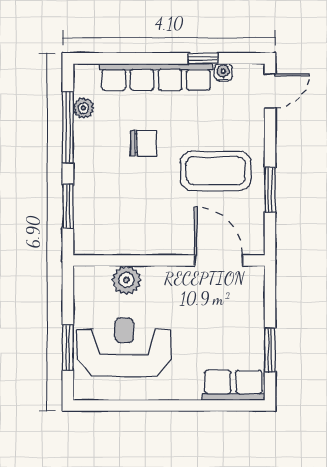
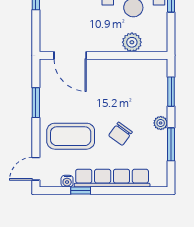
plant: (83, 108) -> (161, 123), moved
window: (68, 127) -> (171, 144), width x0.69
chair: (144, 143) -> (120, 134), turned -54
coffee table: (216, 171) -> (71, 136), moved

